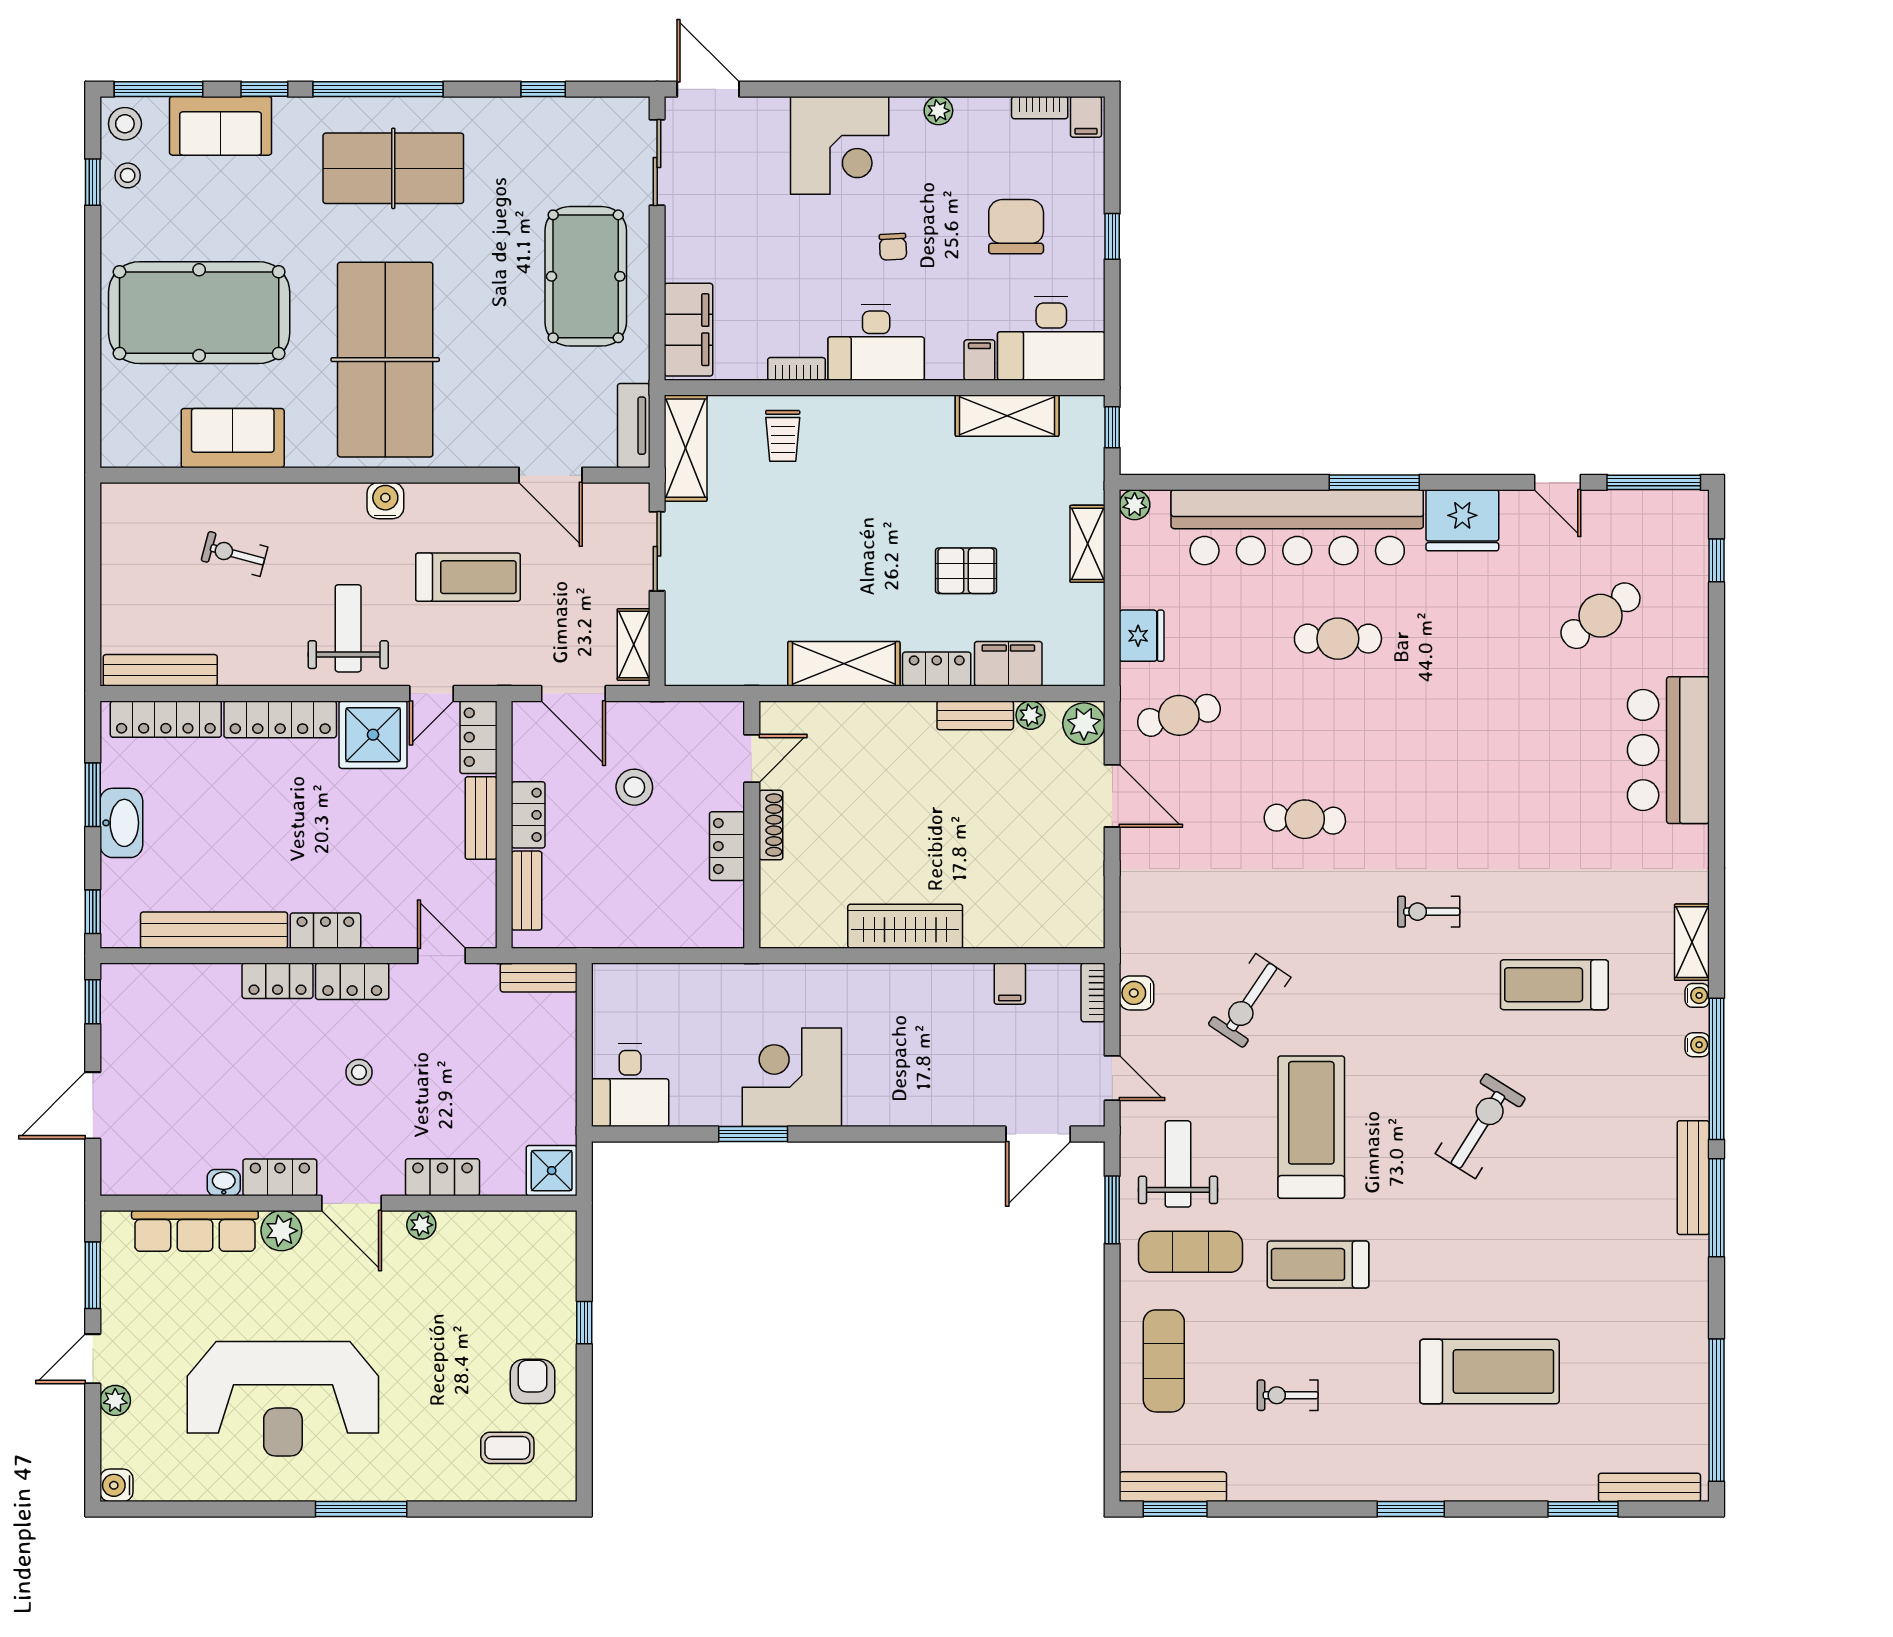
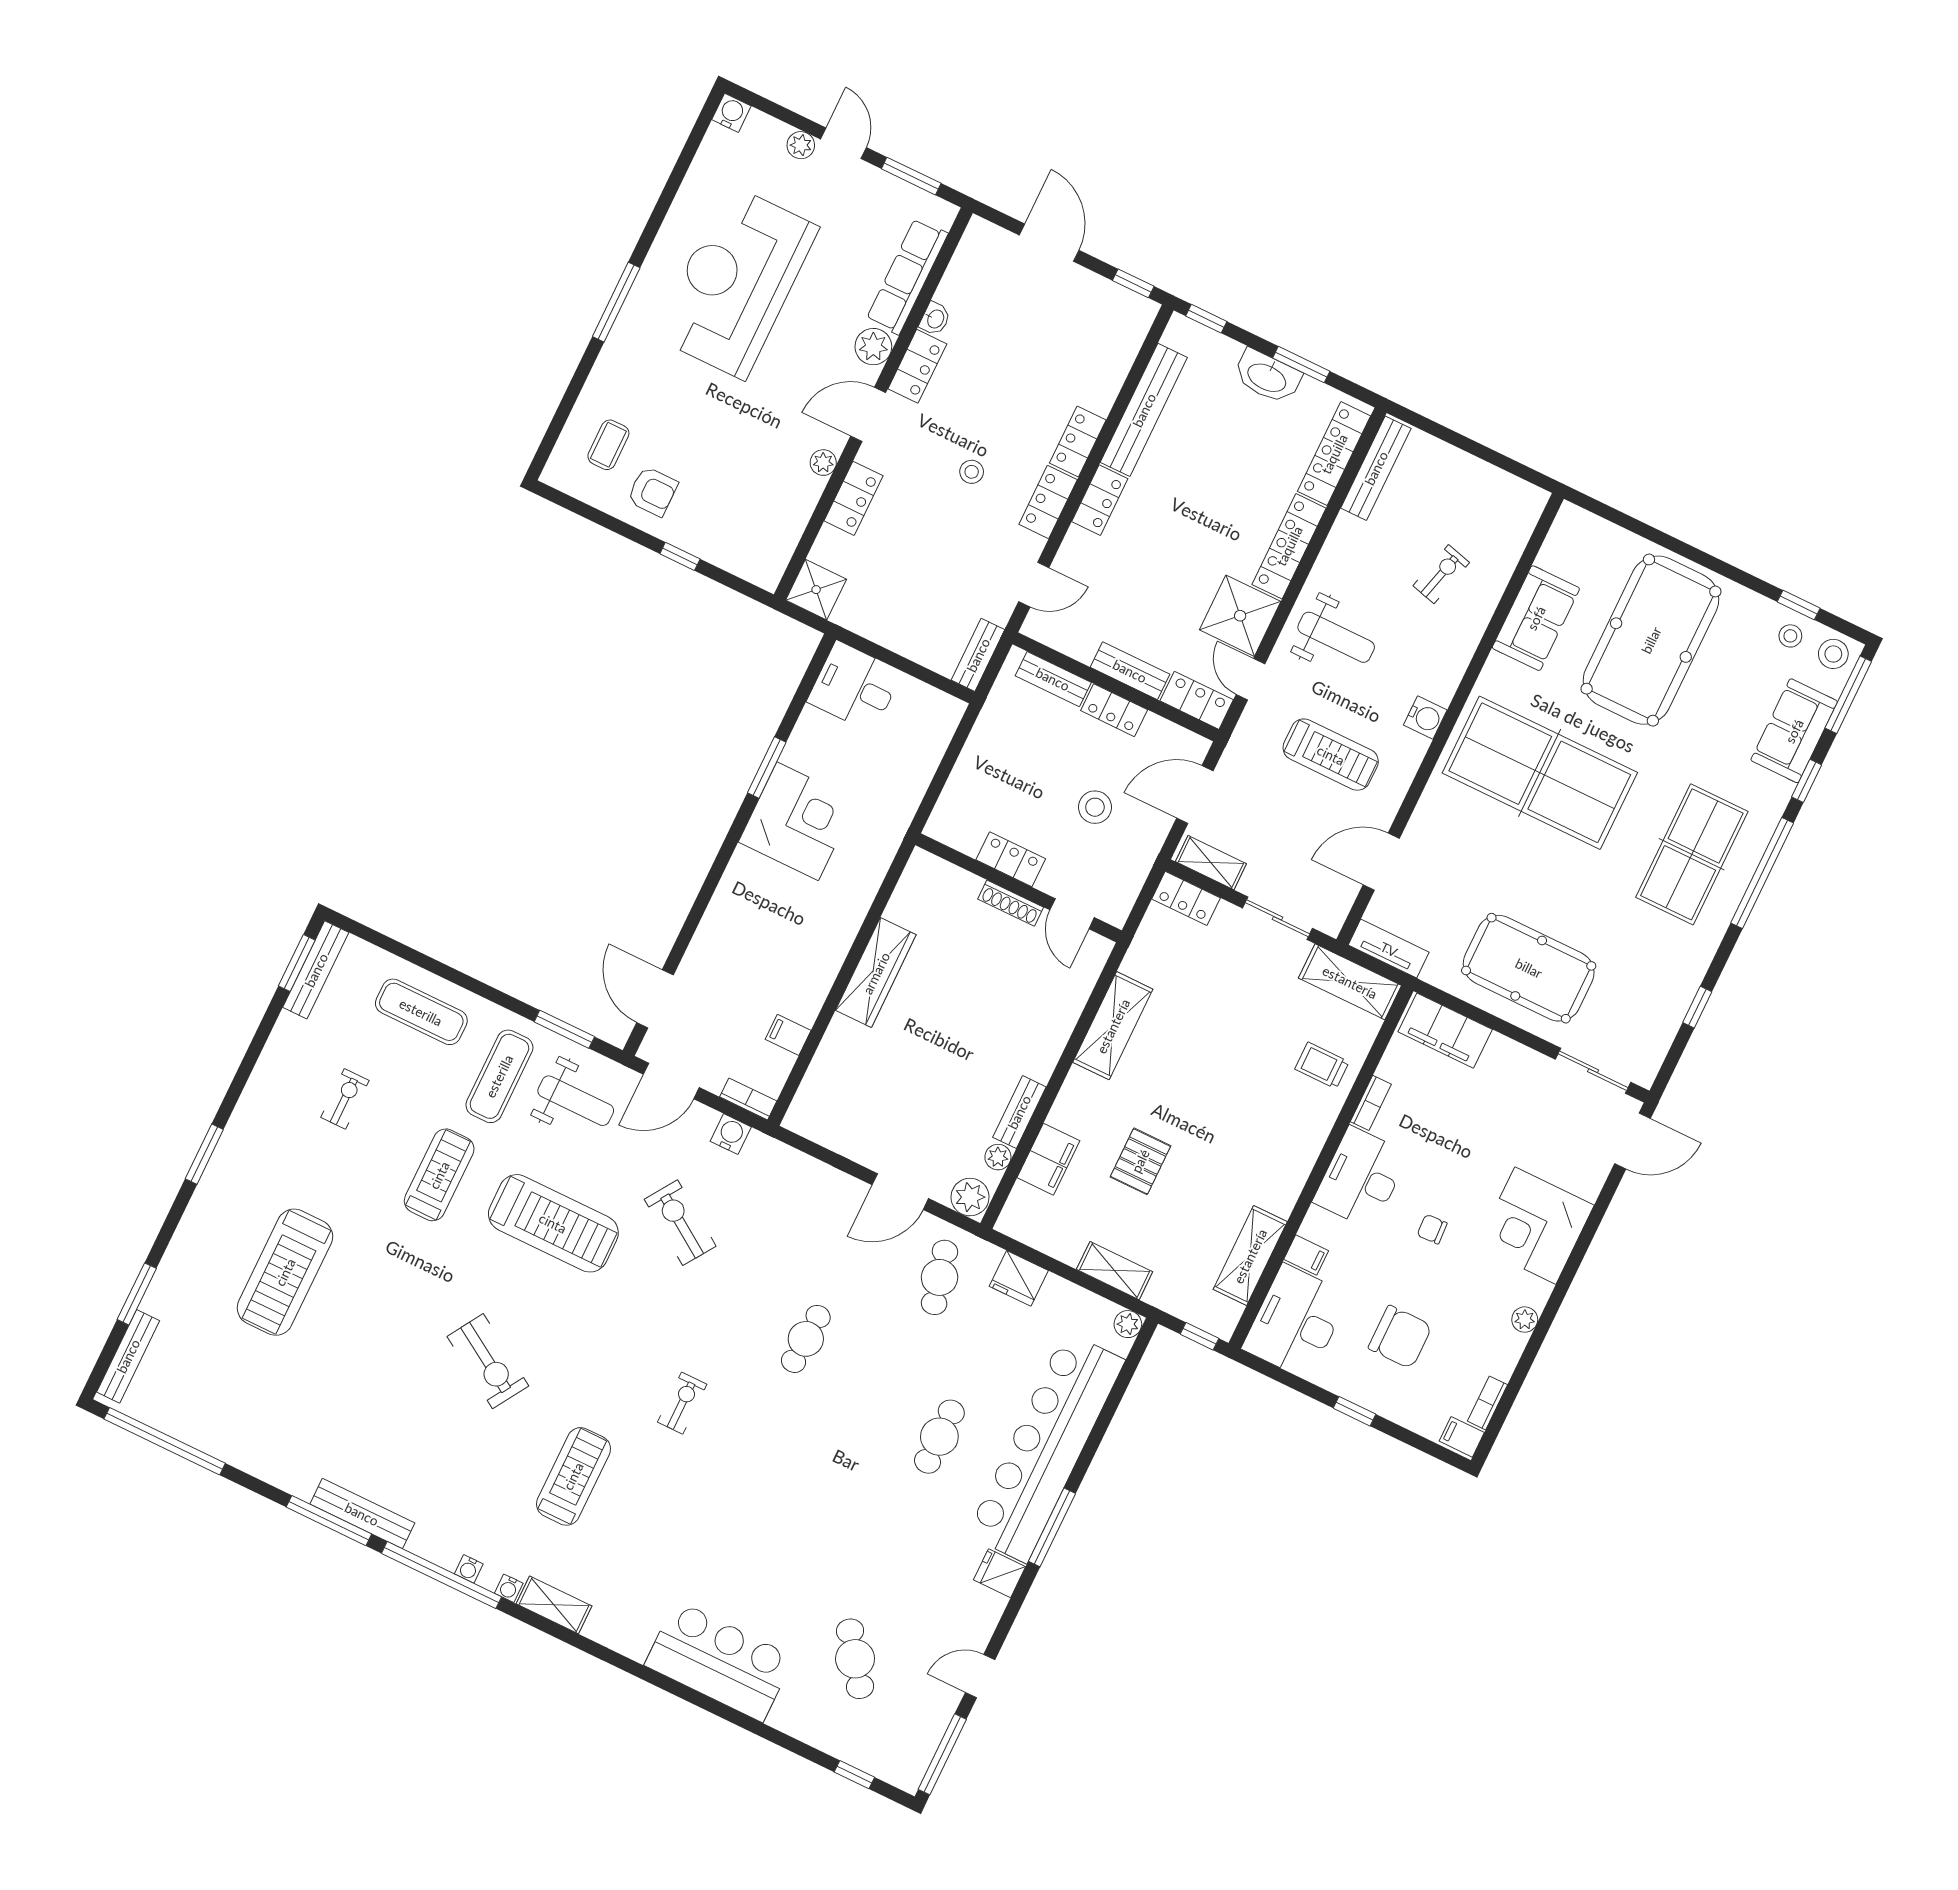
fridge: (1462, 520) -> (1000, 1573), width x0.53, depth x0.75
treadmill: (468, 577) -> (1331, 755), turned -90
locker: (937, 669) -> (1186, 898), moved, turned 90
door: (1112, 1078) -> (671, 1081), width x1.38

